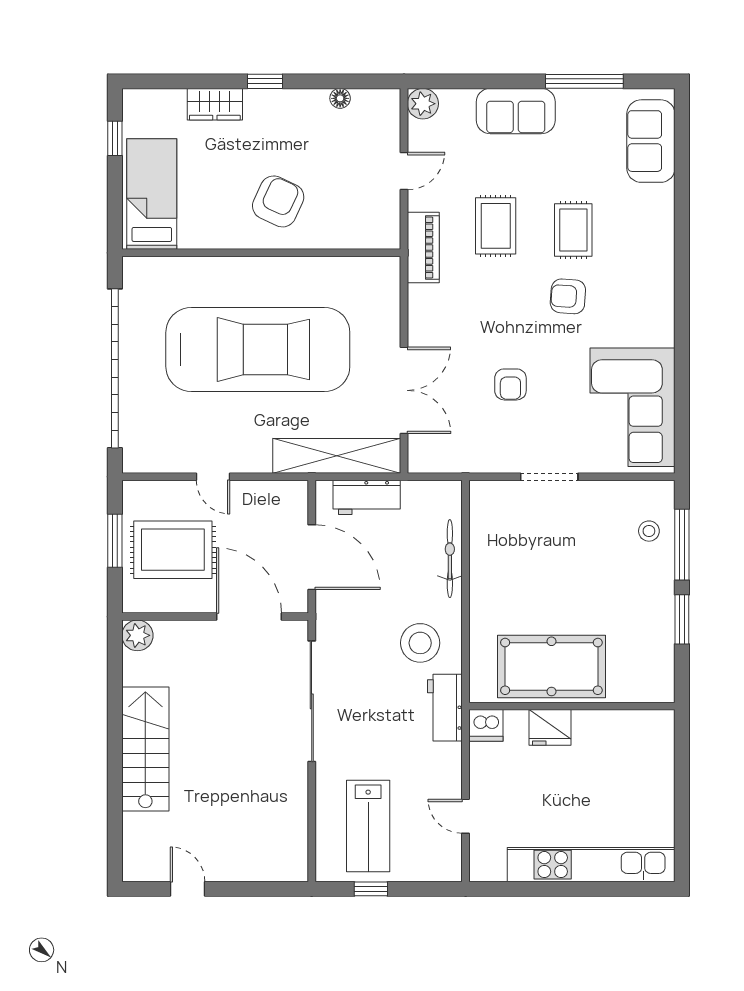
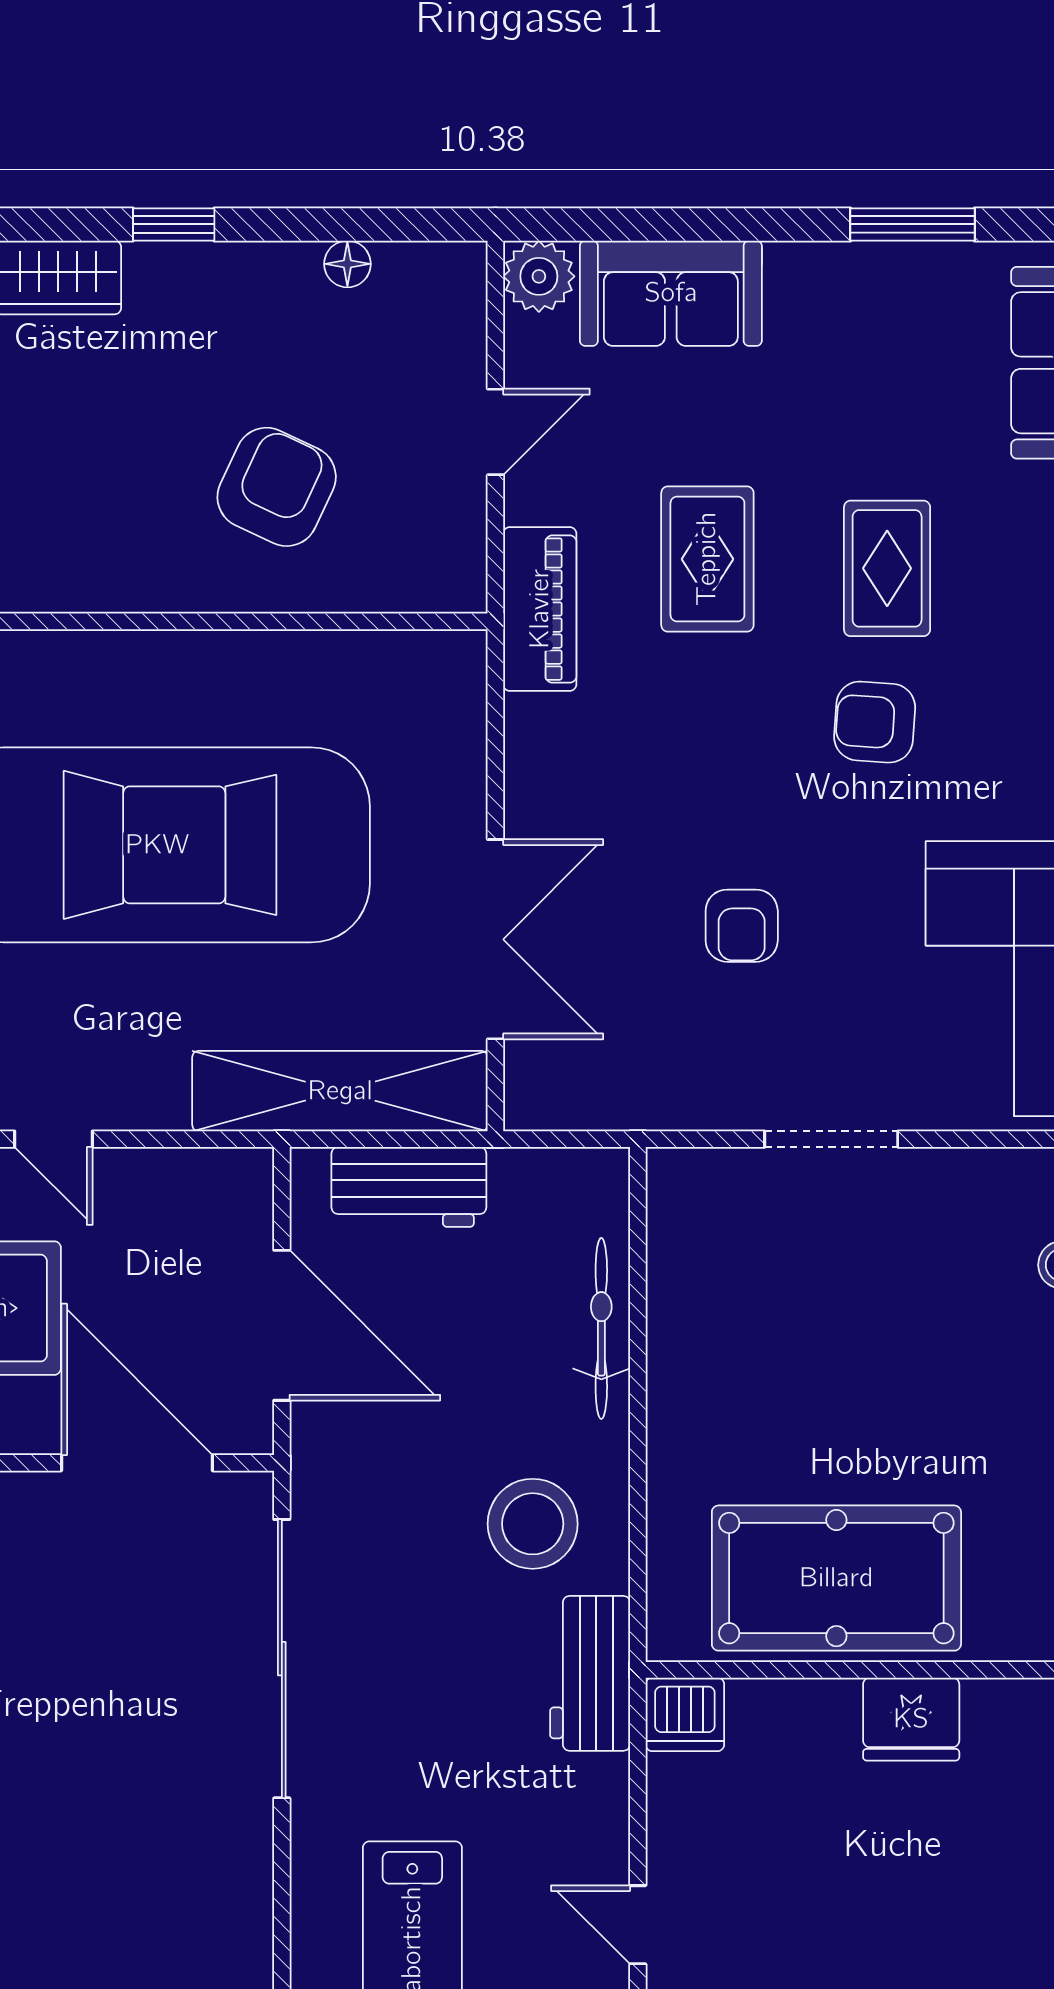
window: (584, 81) -> (913, 224), width x0.69
sofa: (516, 111) -> (671, 293), moved
armchair: (278, 201) -> (277, 487), moved
fridge: (550, 727) -> (911, 1719), moved

